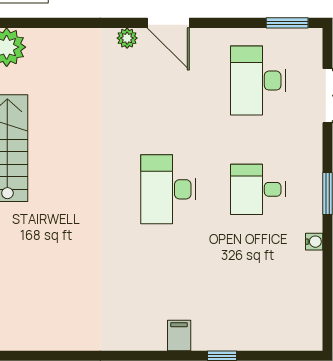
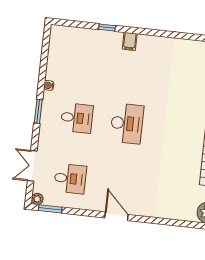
plant: (127, 38) -> (37, 199), moved
desk: (258, 81) -> (70, 179), width x0.73

